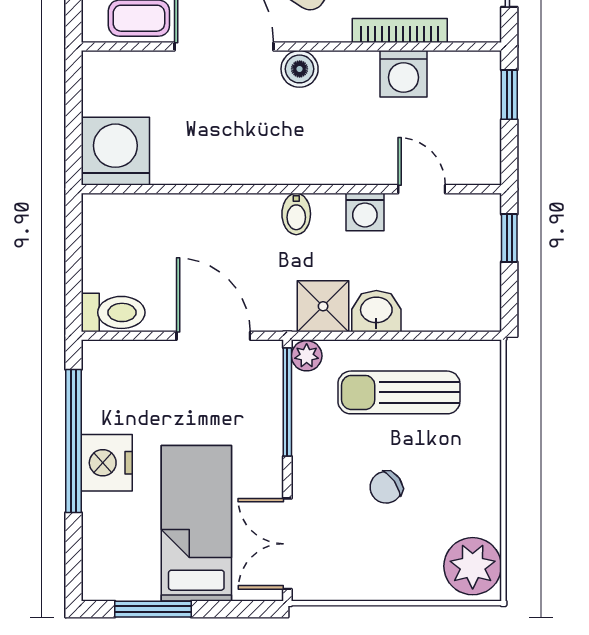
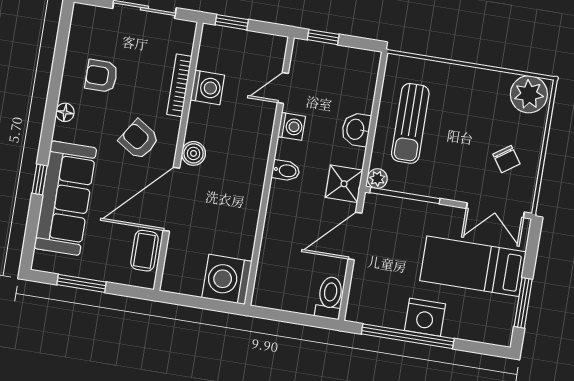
shower: (323, 306) -> (344, 184), moved
chair: (386, 487) -> (506, 159), moved

